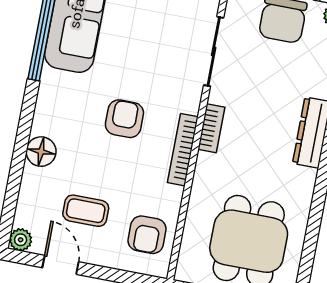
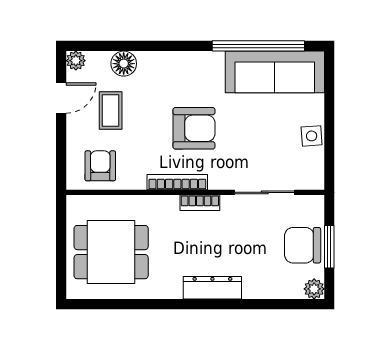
armchair: (124, 119) -> (194, 128), width x1.38, depth x1.38
floor lamp: (41, 152) -> (124, 64), moved
armchair: (147, 235) -> (100, 166), turned 90

